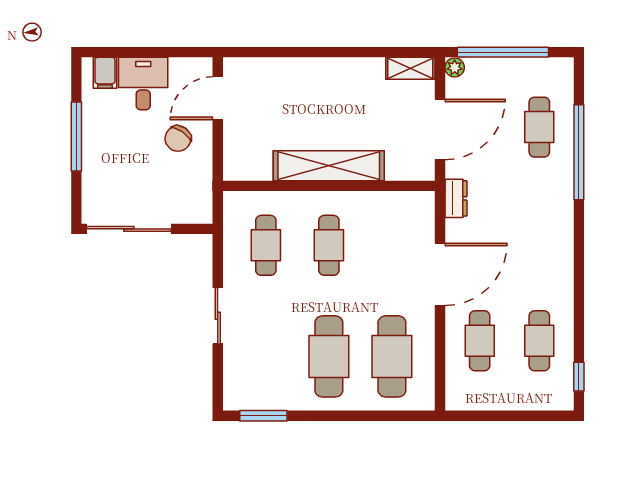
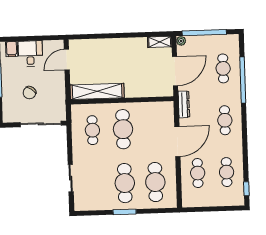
chair: (178, 139) -> (29, 93), moved
shelving: (329, 166) -> (97, 91), moved
dresser: (456, 198) -> (184, 104), width x1.44
sliding door: (129, 229) -> (41, 124), moved
cafe table: (539, 234) -> (225, 120), added
cafe table: (329, 245) -> (123, 129), width x1.37, depth x1.35
sliding door: (218, 316) -> (71, 178), moved
window: (263, 416) -> (125, 212), moved

